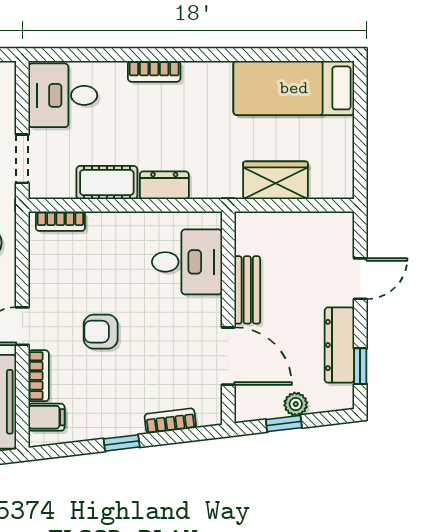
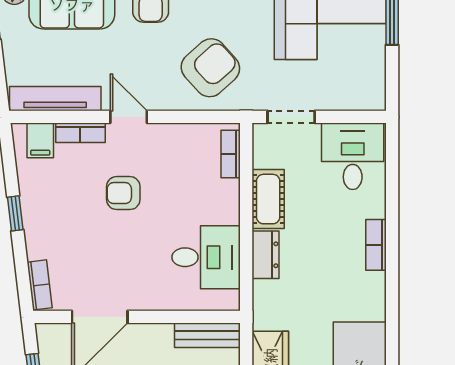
desk: (187, 262) -> (206, 257), moved, turned -90
bench: (247, 290) -> (207, 335), moved
armchair: (101, 332) -> (123, 193), turned -90
bookcase: (170, 421) -> (40, 285), moved

